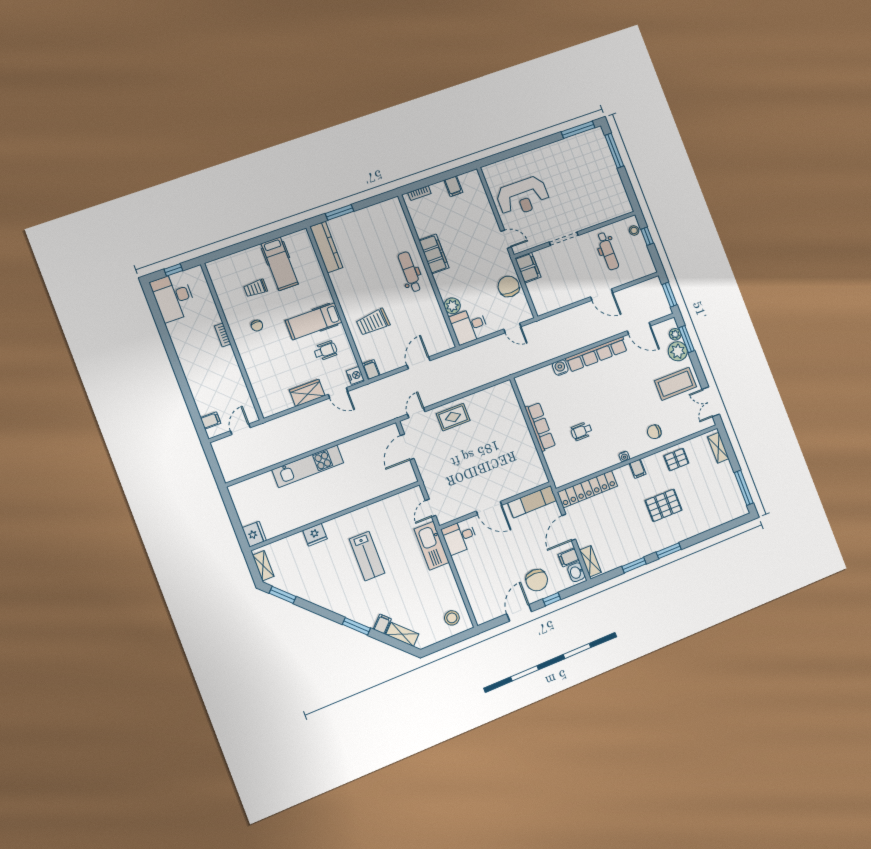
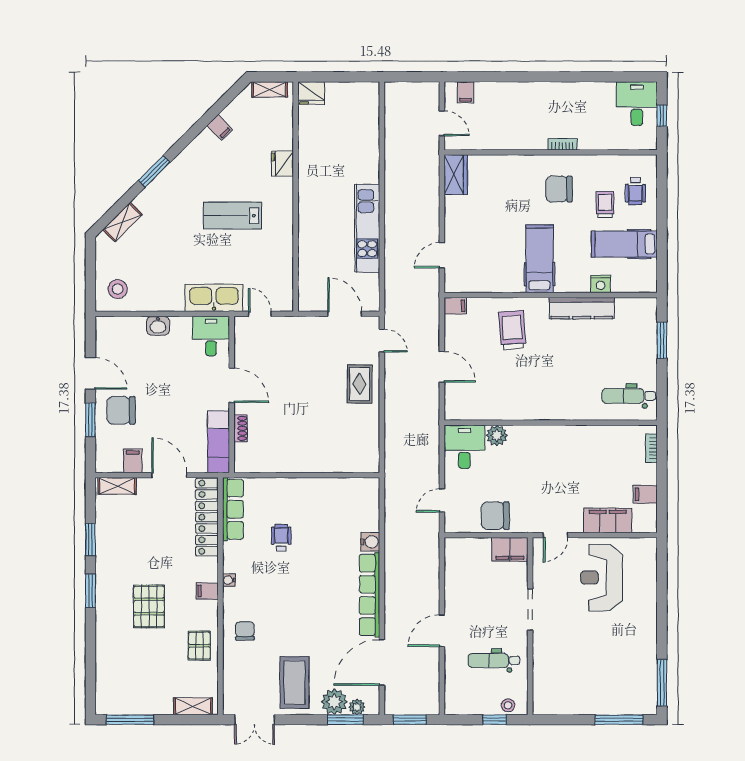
kitchen counter: (326, 247) -> (582, 308), moved
filing cabinet: (434, 254) -> (608, 521), moved, turned 180
dental chair: (410, 272) -> (629, 396), moved, turned 180
chair: (509, 286) -> (495, 516), turned 180
desk: (173, 297) -> (637, 104), width x0.73
chair: (257, 326) -> (559, 189), width x1.87, depth x1.87
door: (639, 328) -> (382, 662), width x1.36
wheelchair: (326, 351) -> (635, 191), moved
nightstand: (355, 375) -> (601, 284), moved
wardrobe: (307, 393) -> (456, 175), moved
double door: (711, 402) -> (255, 720), swing flipped
row of seats: (540, 427) -> (233, 509), moved, turned -90
kitchen unit: (308, 466) -> (367, 228), moved
shoe rack: (517, 490) -> (241, 428), added
door: (489, 508) -> (232, 385), swing flipped
washbasin: (576, 572) -> (158, 326), moved, turned 180
window: (283, 595) -> (226, 99), removed
window: (552, 599) -> (90, 420), width x1.50
filing cabinet: (382, 624) -> (220, 127), moved

